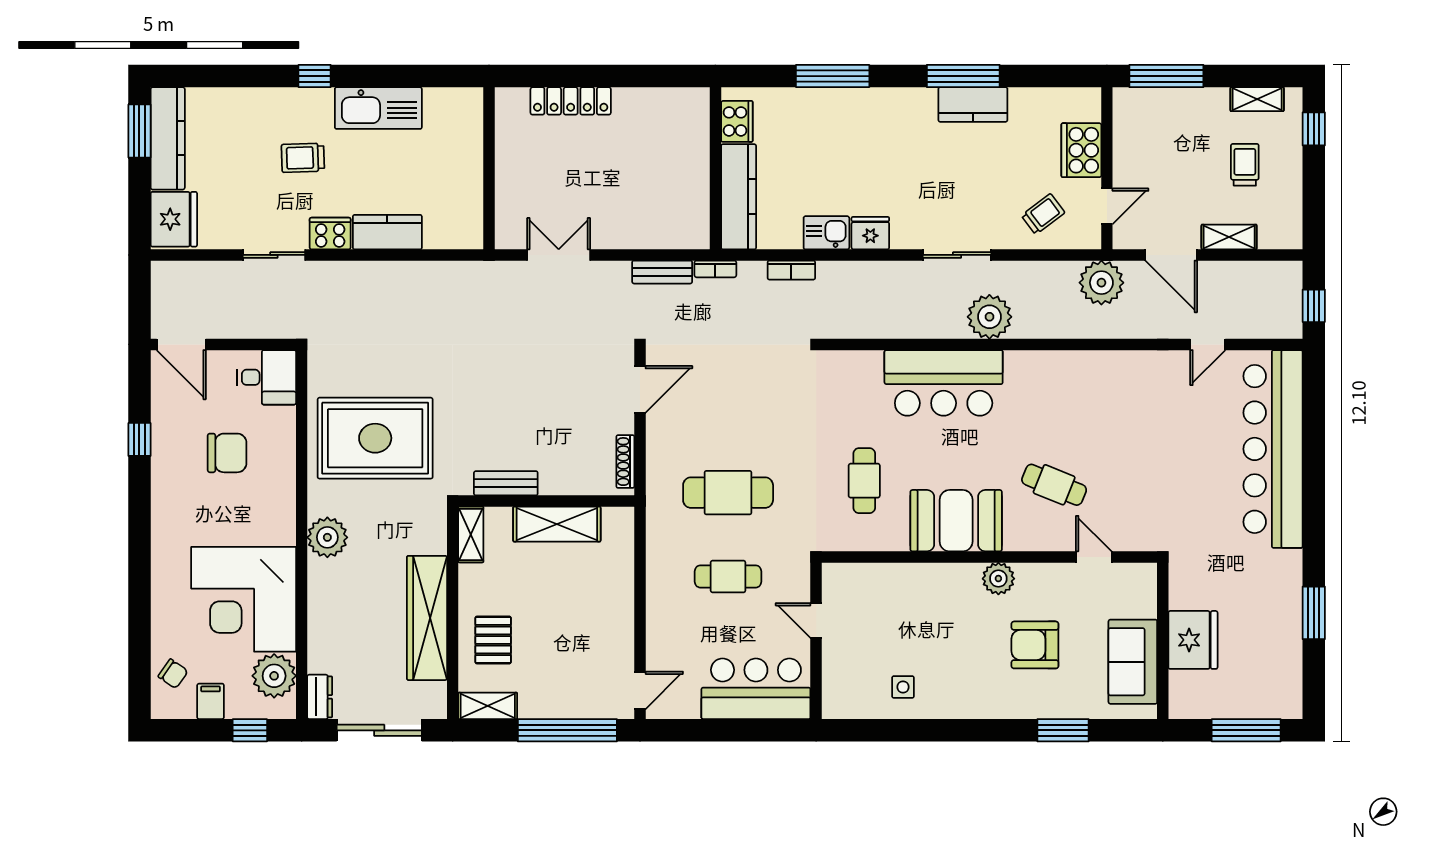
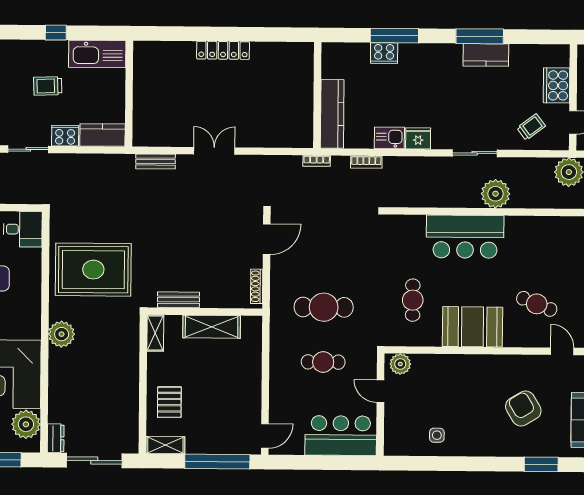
cooker: (737, 121) -> (384, 53), moved, turned 90
wall: (489, 168) -> (129, 94), moved
bench: (662, 272) -> (156, 162), moved
plant: (998, 579) -> (400, 364), moved
wardrobe: (427, 618) -> (126, 387), removed
armchair: (1035, 645) -> (523, 408), turned 59

